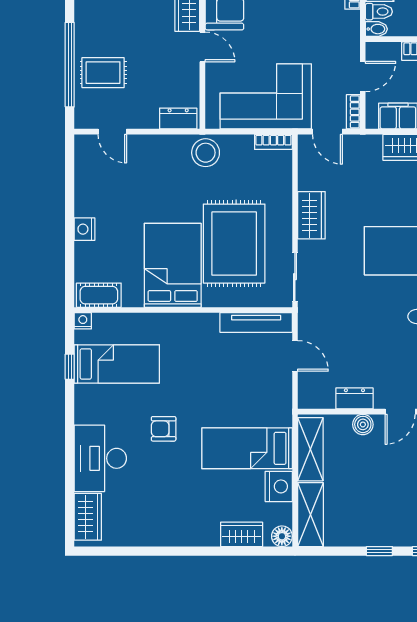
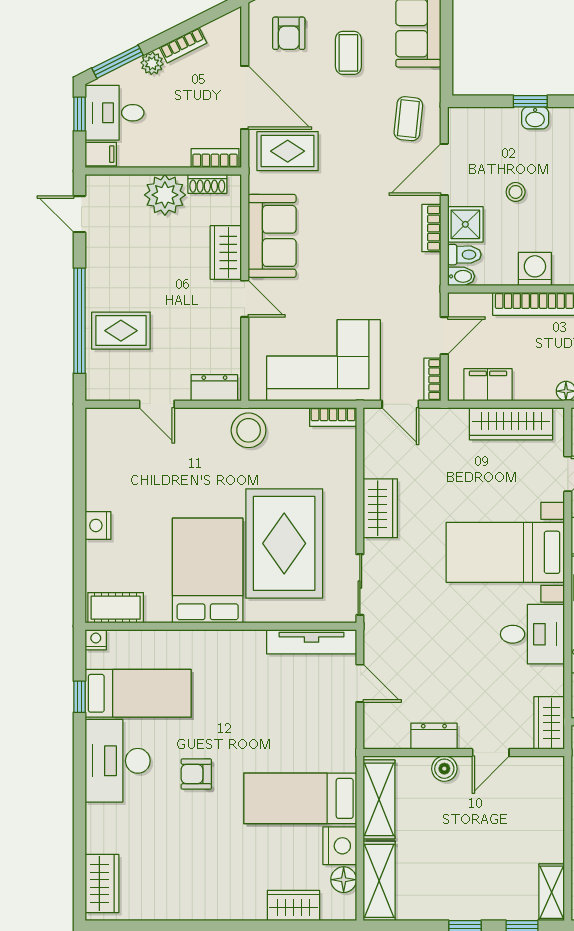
door: (112, 132) -> (157, 404), moved
desk: (100, 458) -> (118, 761), moved
floor lamp: (282, 536) -> (344, 880), moved

